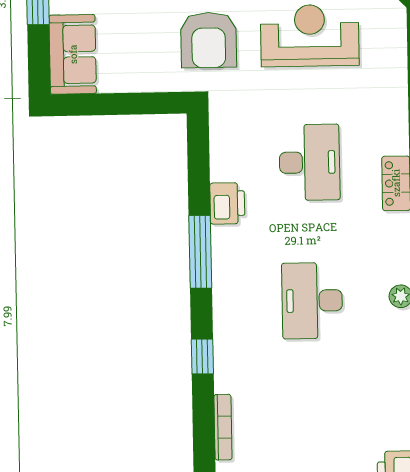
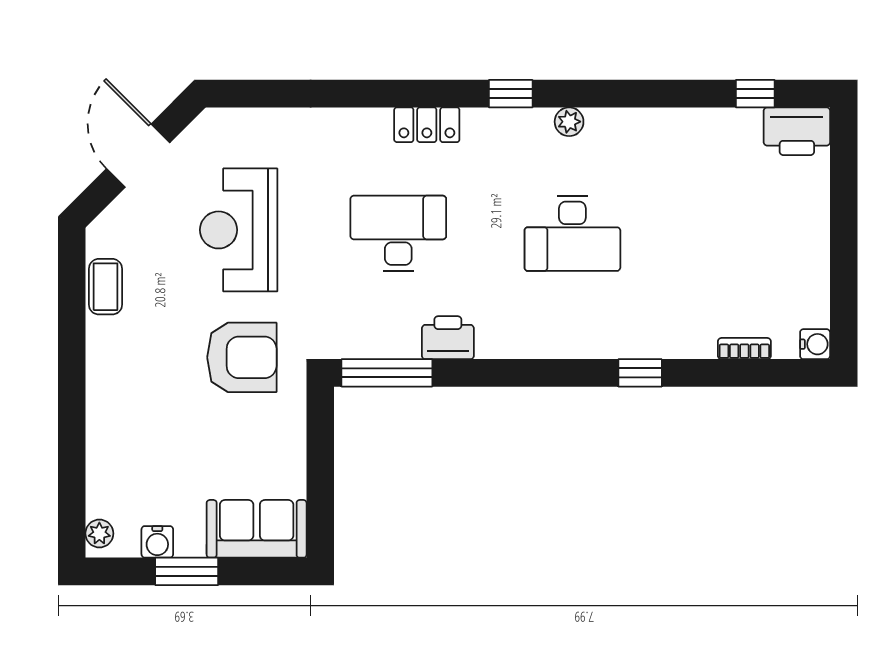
window: (200, 252) -> (387, 373), moved
bookcase: (223, 427) -> (744, 349), width x0.64

